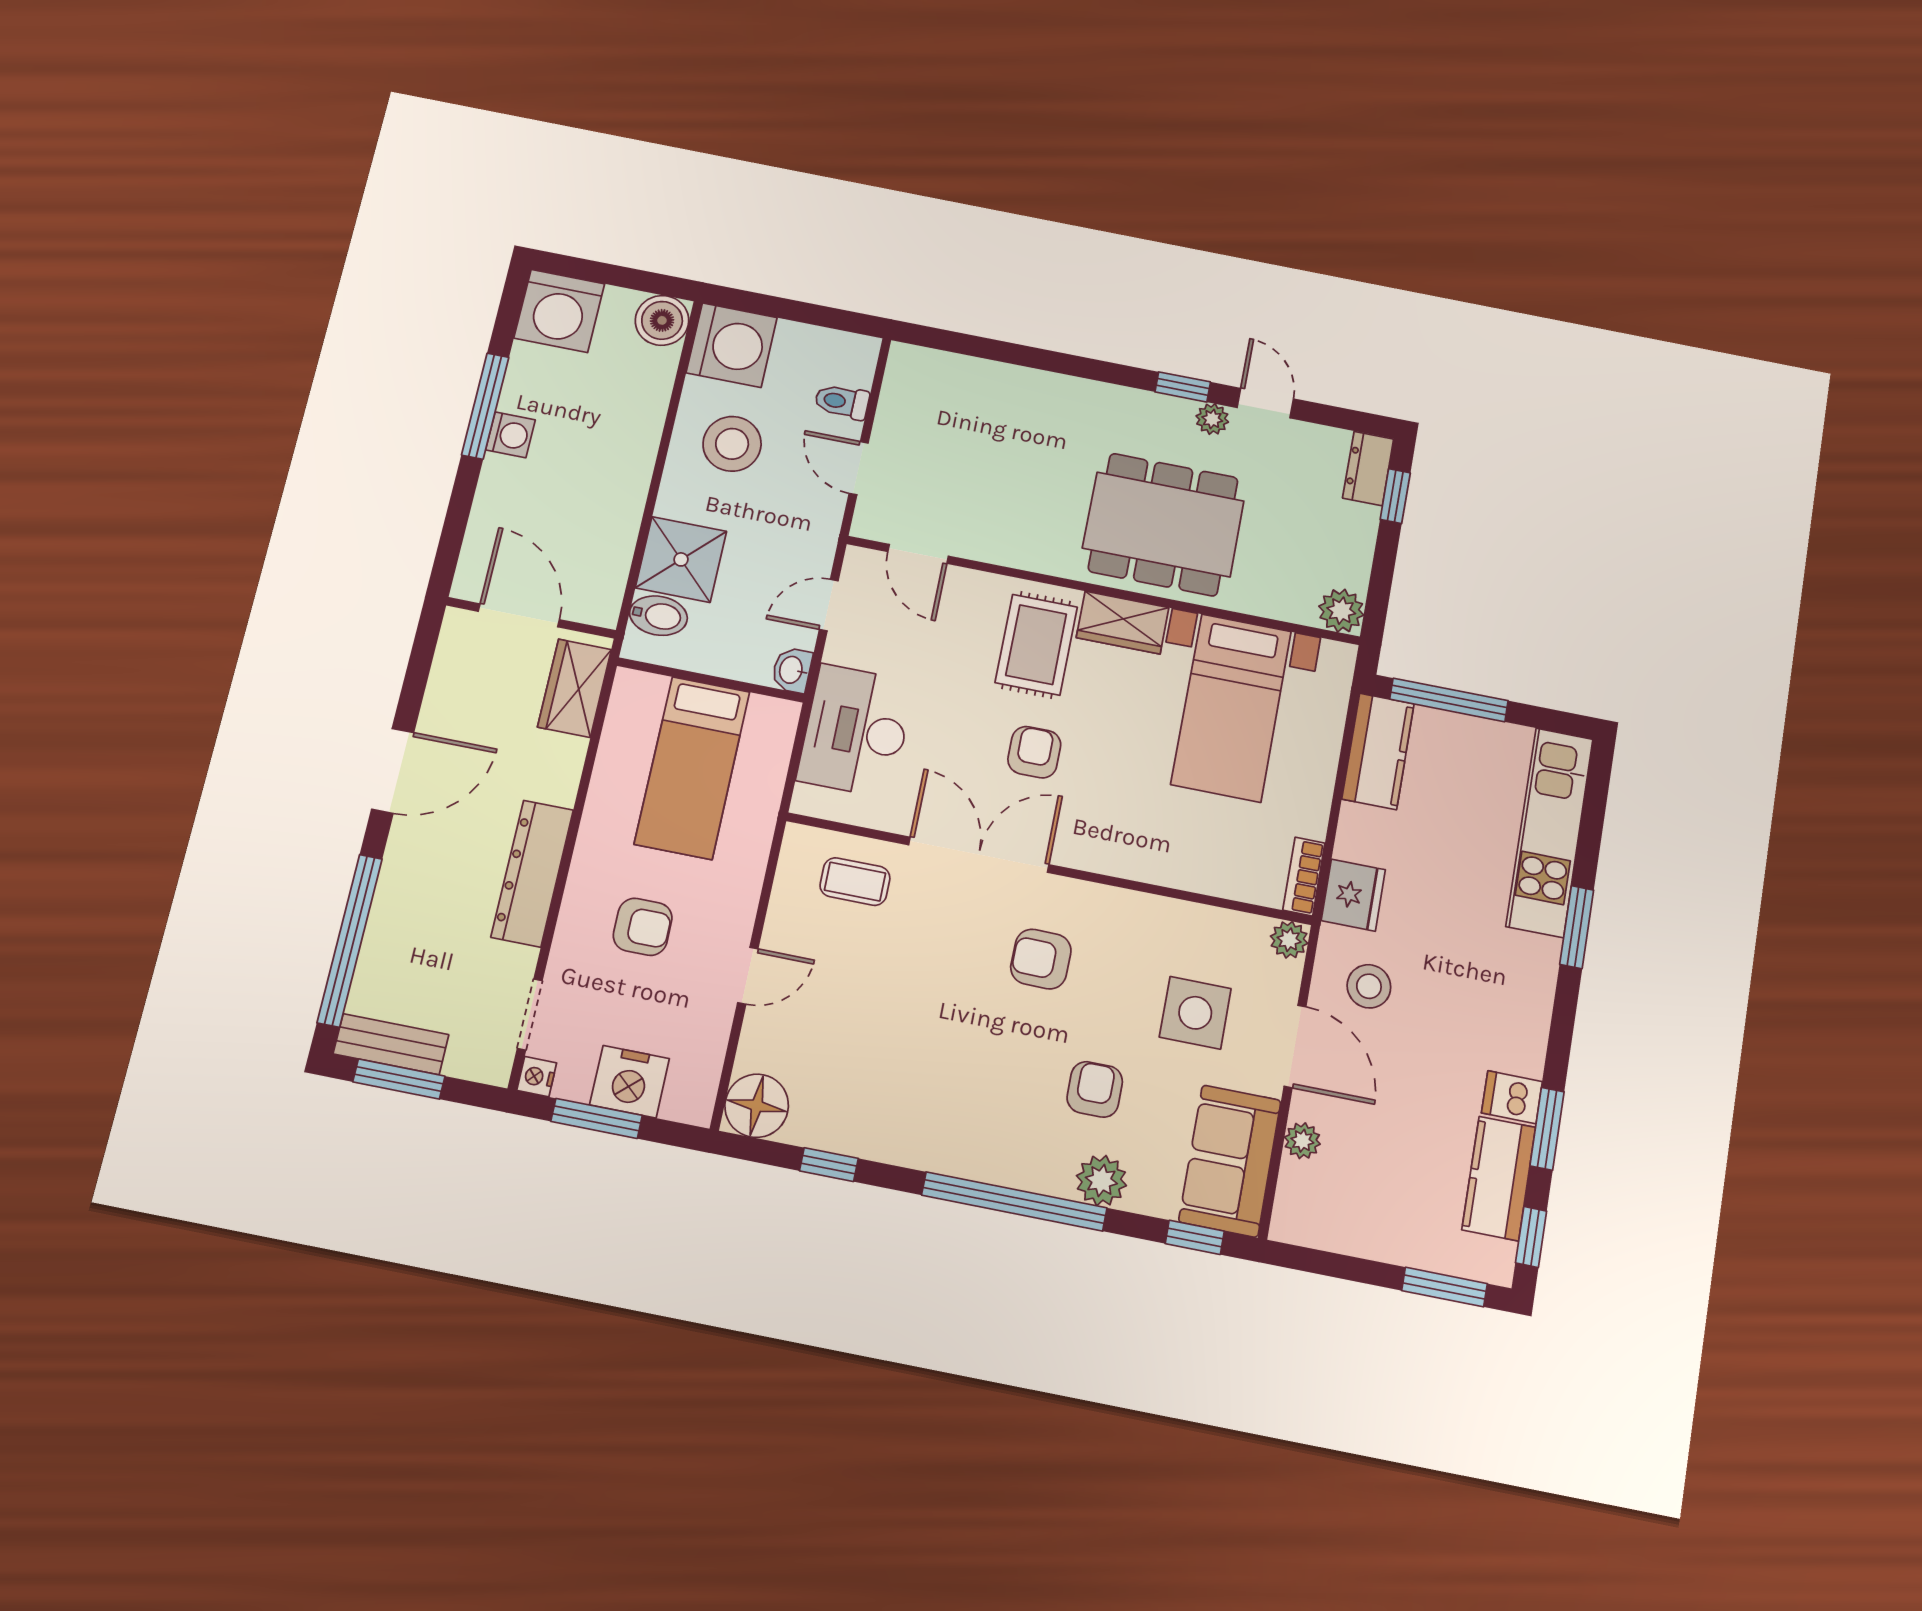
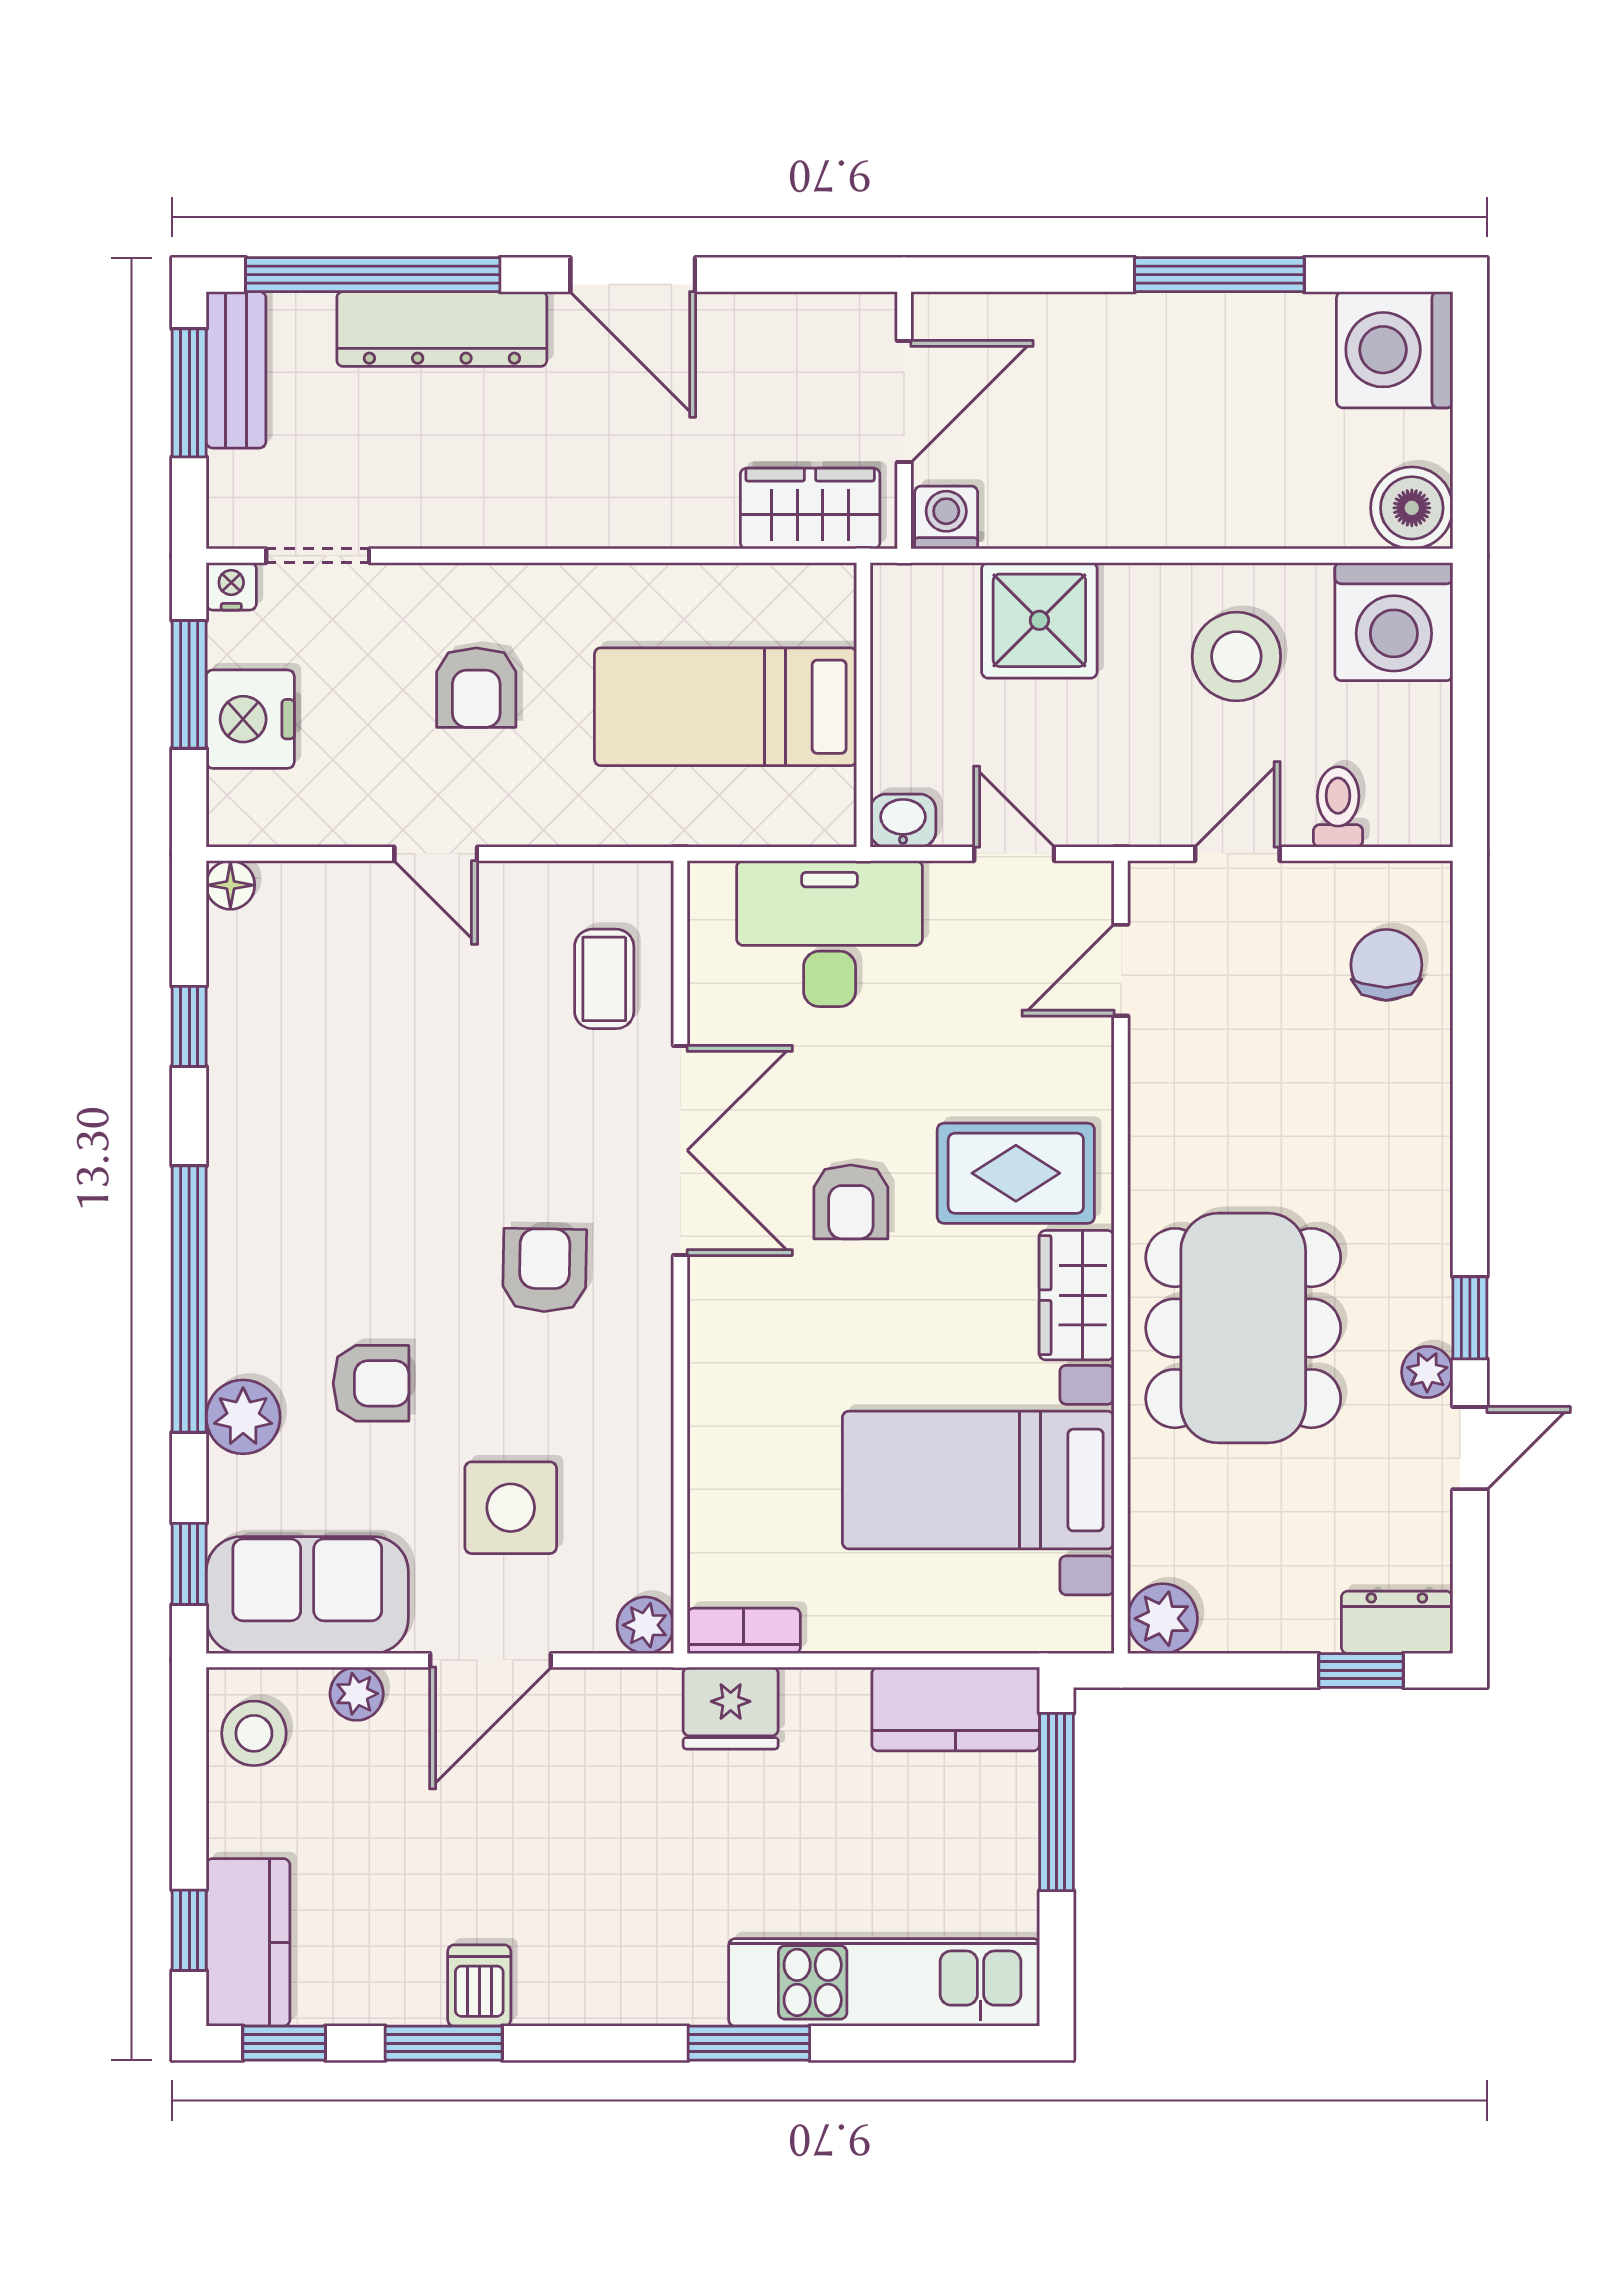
chair: (949, 393) -> (1386, 965), added
washing machine: (510, 435) -> (946, 518), moved, turned 180
bidet: (658, 616) -> (946, 606), removed
armchair: (1034, 752) -> (851, 1202), turned 90
dresser: (532, 873) -> (442, 329), moved, turned 180
stool: (1369, 986) -> (254, 1733), moved
floor lamp: (757, 1106) -> (230, 885), width x0.53, depth x0.53
kitchen counter: (1499, 1178) -> (248, 1942), moved, turned 90
window: (1444, 1287) -> (189, 1930), width x0.67

